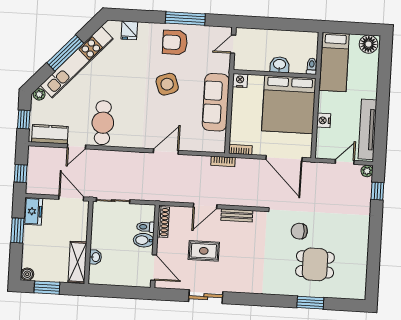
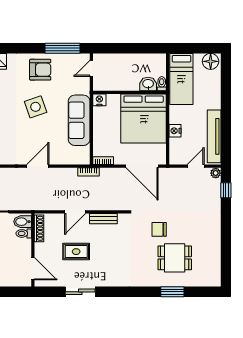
window: (185, 19) -> (62, 48), moved
armchair: (175, 42) -> (40, 70), turned 180
washbasin: (280, 65) -> (148, 84), moved
bidet: (143, 240) -> (23, 222), moved

